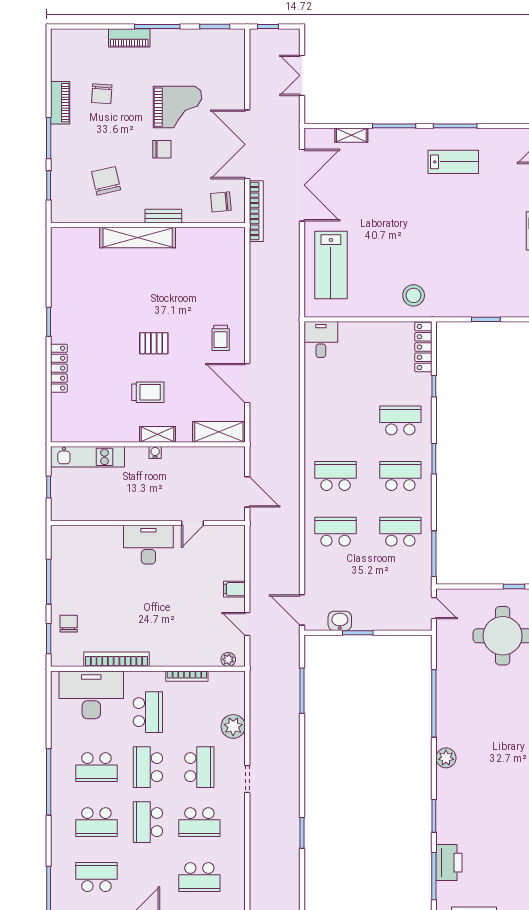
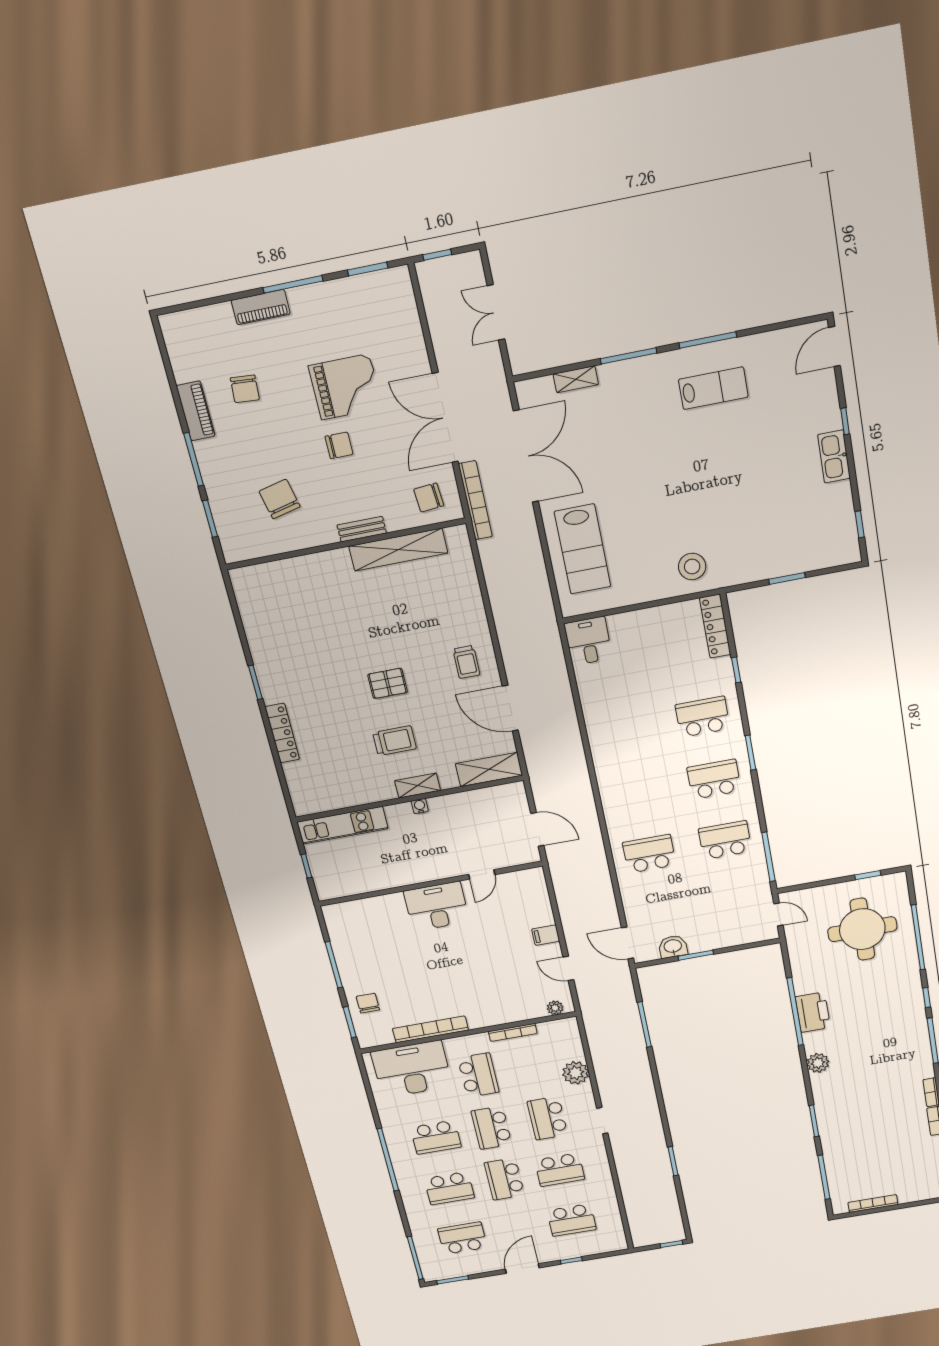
shelving: (138, 238) -> (398, 550), moved
school desk: (336, 476) -> (637, 793), removed
school desk: (199, 767) -> (547, 1118), turned 180
printer: (449, 863) -> (813, 1012), moved

